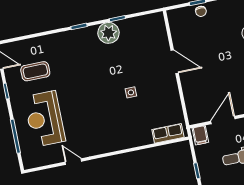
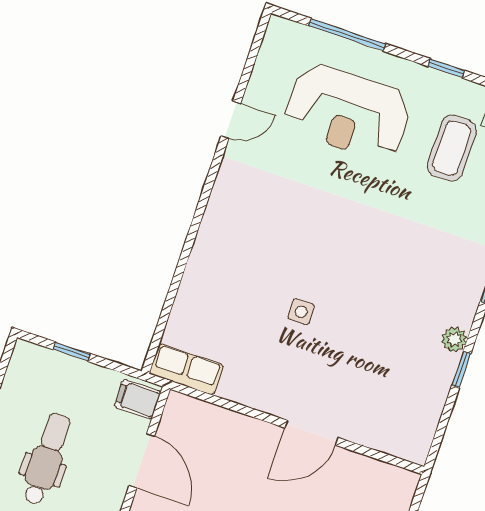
plant: (109, 33) -> (454, 339), width x0.53, depth x0.53
reception desk: (45, 119) -> (348, 112), turned 180
row of seats: (168, 133) -> (186, 369), moved, turned -90

